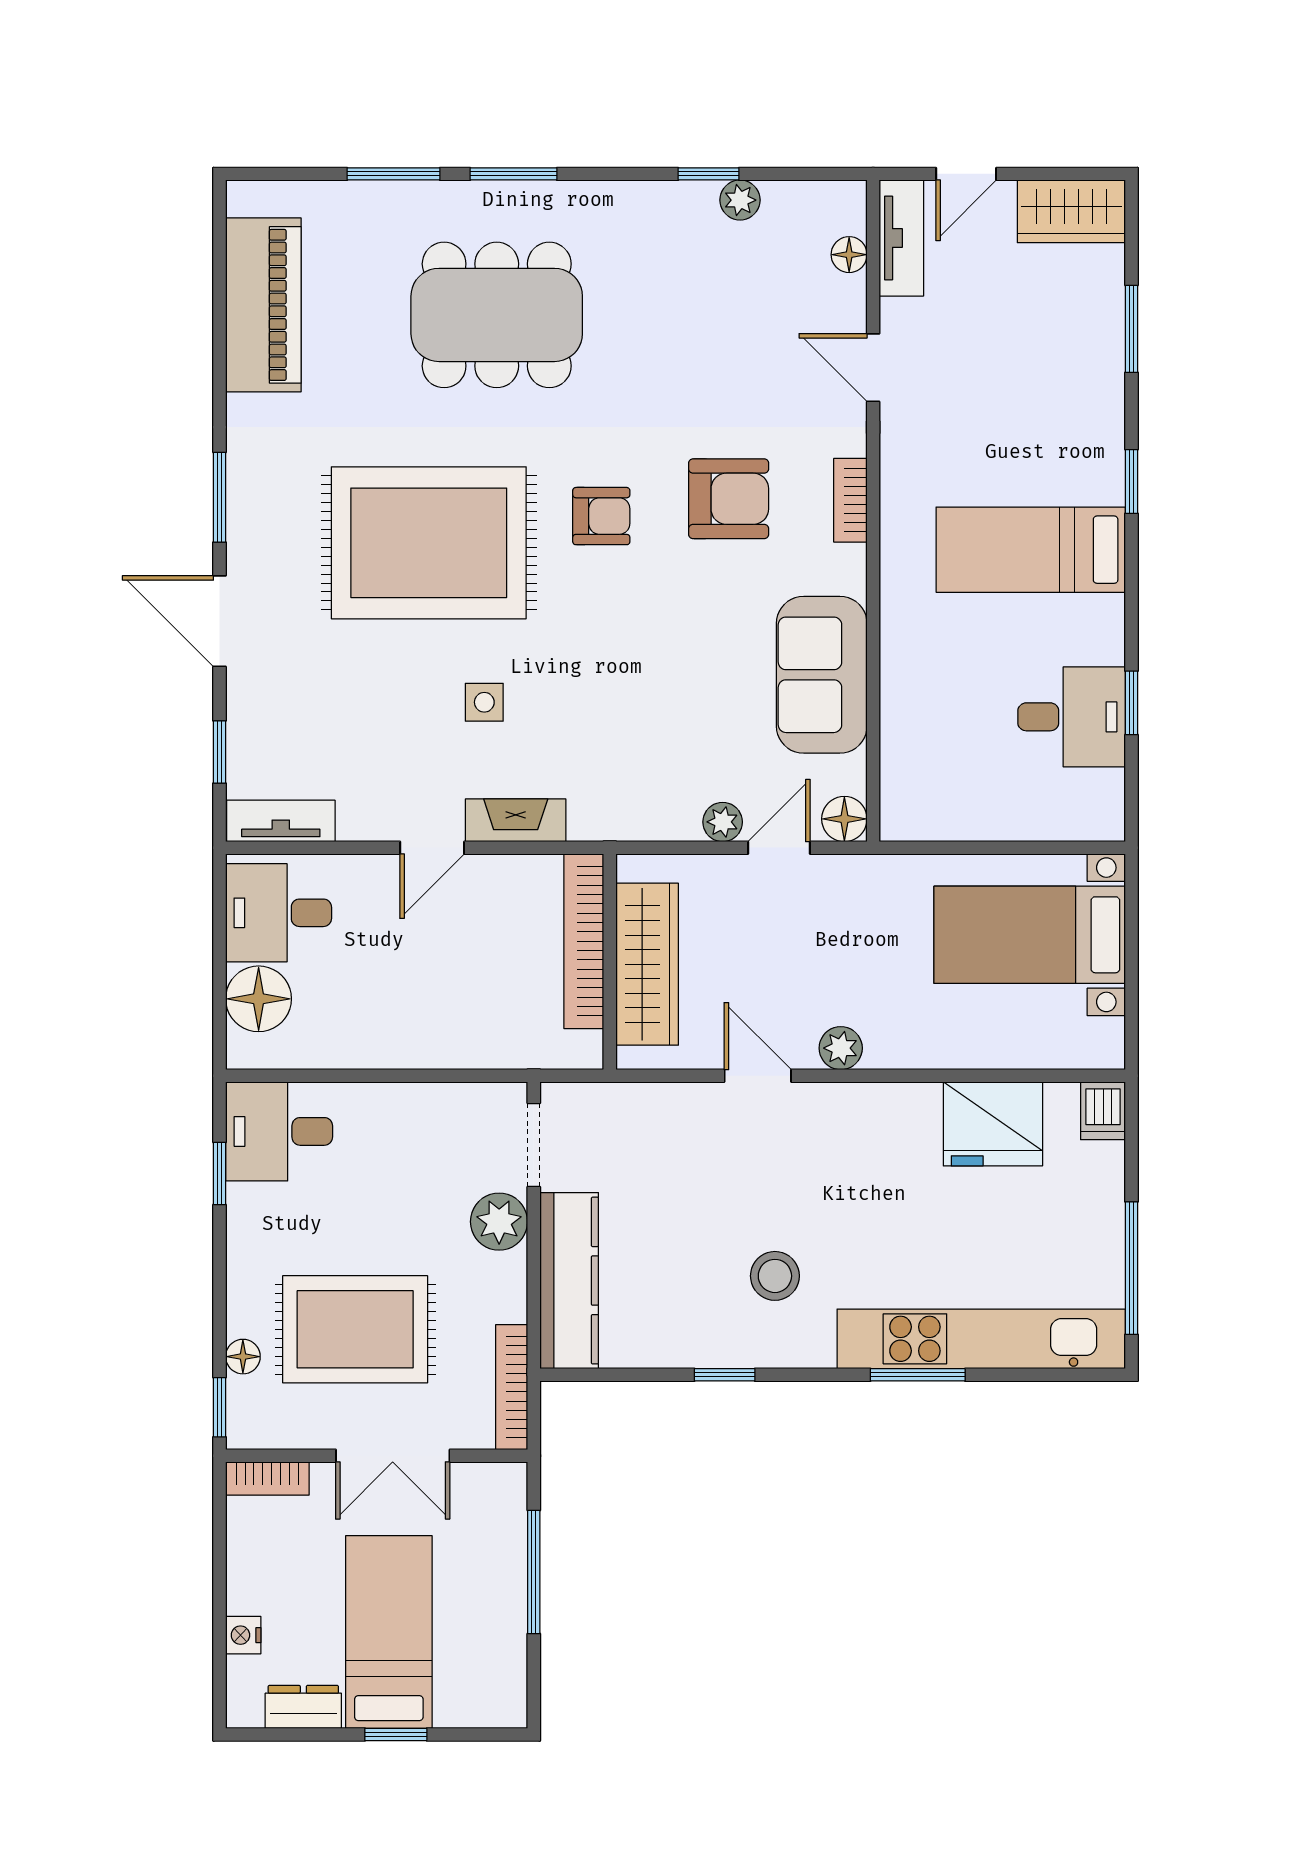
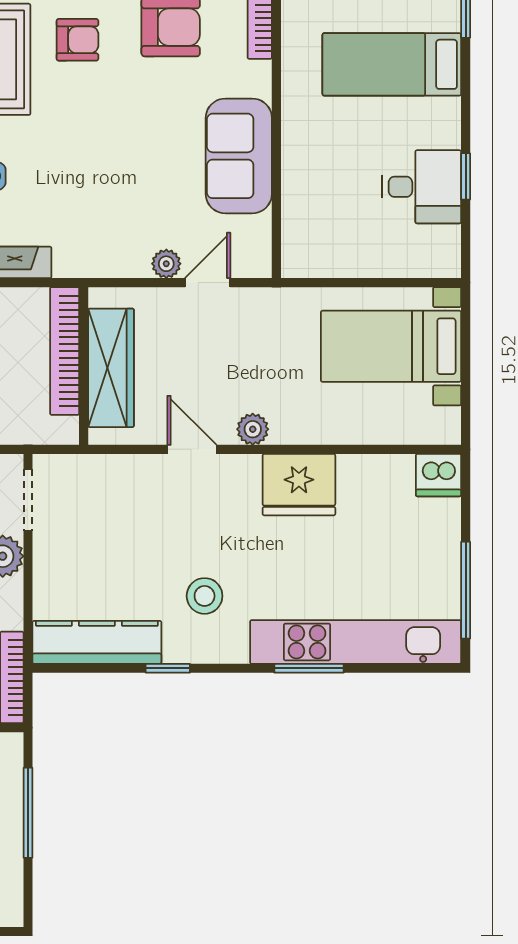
floor lamp: (844, 819) -> (255, 261), removed
dishwasher: (1103, 1111) -> (438, 475), width x1.38
fridge: (993, 1124) -> (299, 485), moved
kitchen counter: (569, 1281) -> (97, 642), moved, turned -90

